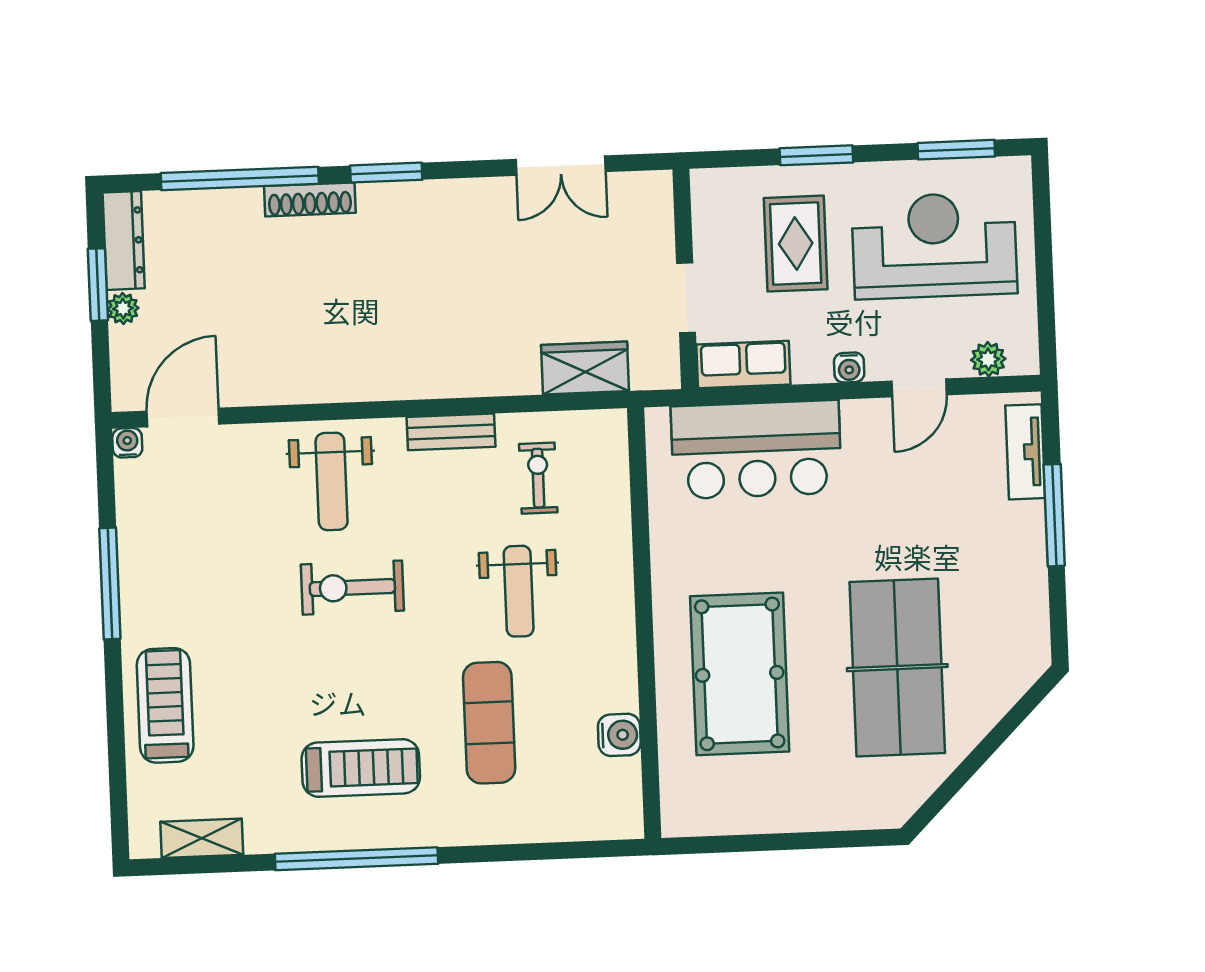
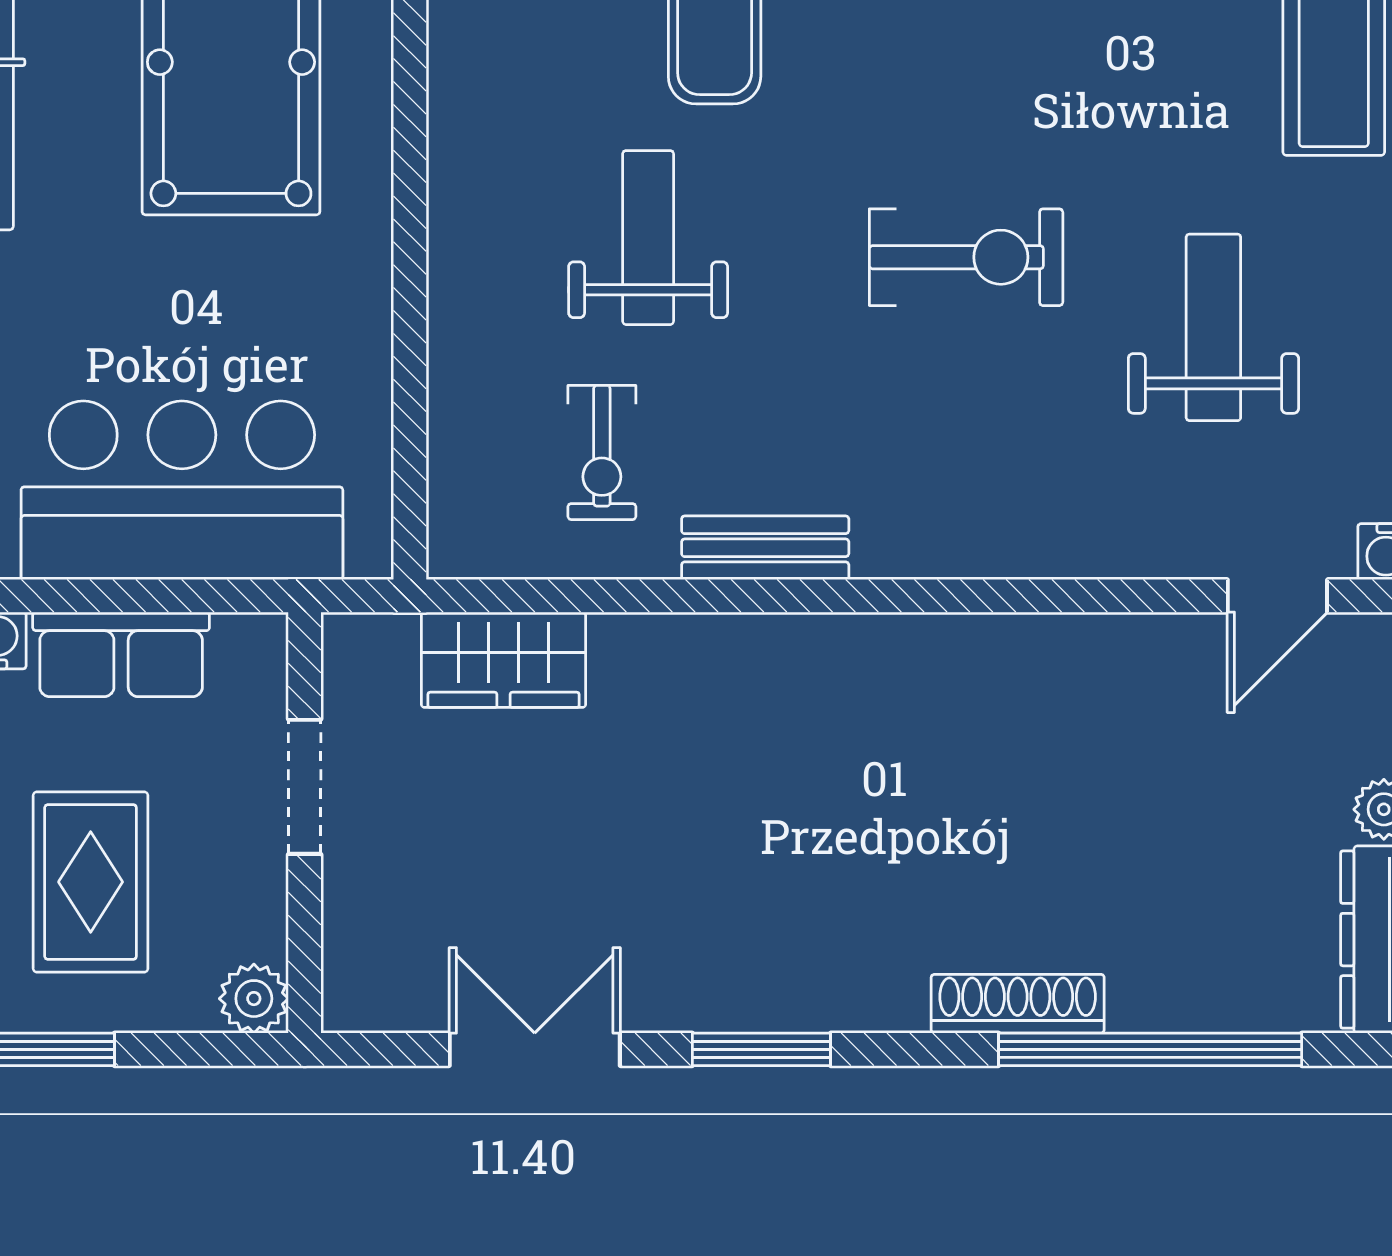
window: (386, 173) -> (761, 1049), moved
plant: (708, 186) -> (254, 999), added
row of seats: (743, 364) -> (121, 654), moved
door: (183, 418) -> (1277, 596), width x0.73
weight bench: (332, 481) -> (1213, 327), moved

